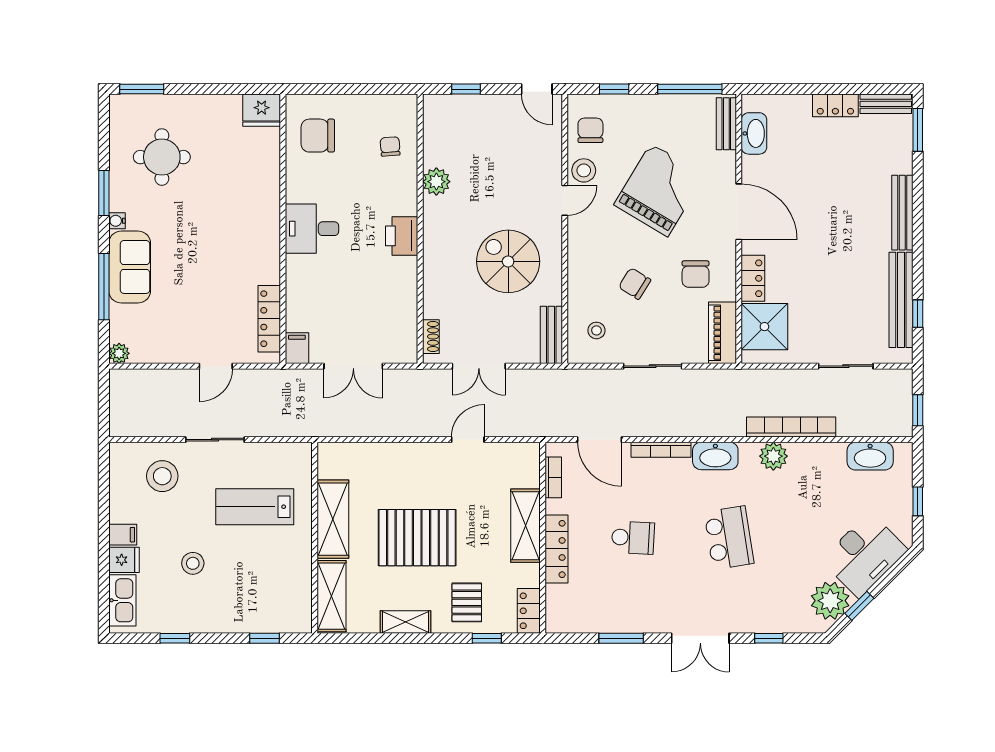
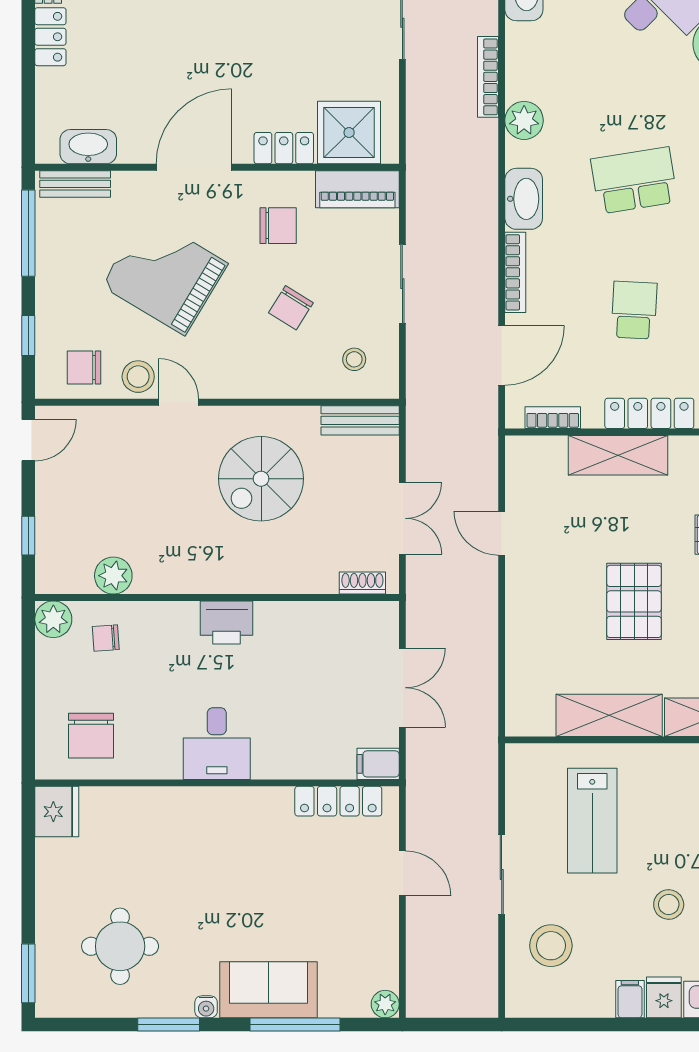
plant: (404, 108) -> (53, 619), added
plant: (436, 182) -> (113, 576), moved
bookcase: (791, 427) -> (488, 77), width x0.68, depth x0.76
pallet: (417, 538) -> (634, 601), width x0.73, depth x0.71

